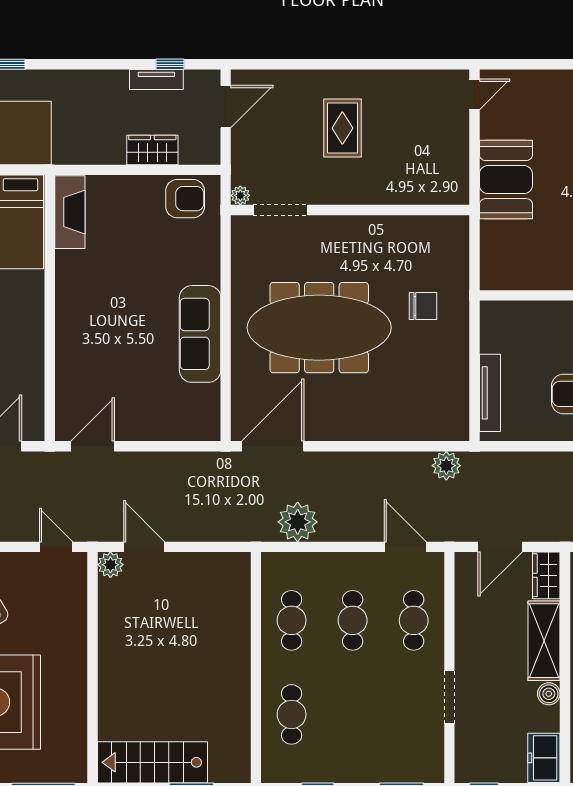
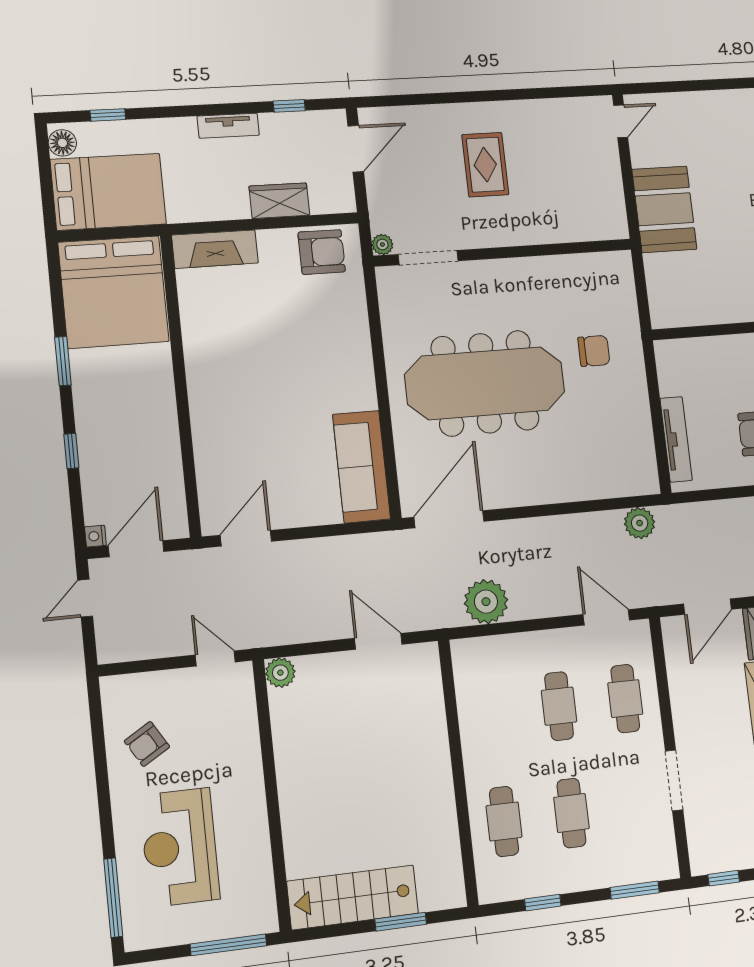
tv unit: (156, 79) -> (228, 126), moved
fireplace: (70, 212) -> (215, 249), moved, turned 90
sofa: (200, 334) -> (362, 467), moved
door: (144, 547) -> (378, 641), moved
cafe table: (292, 620) -> (571, 813), moved

